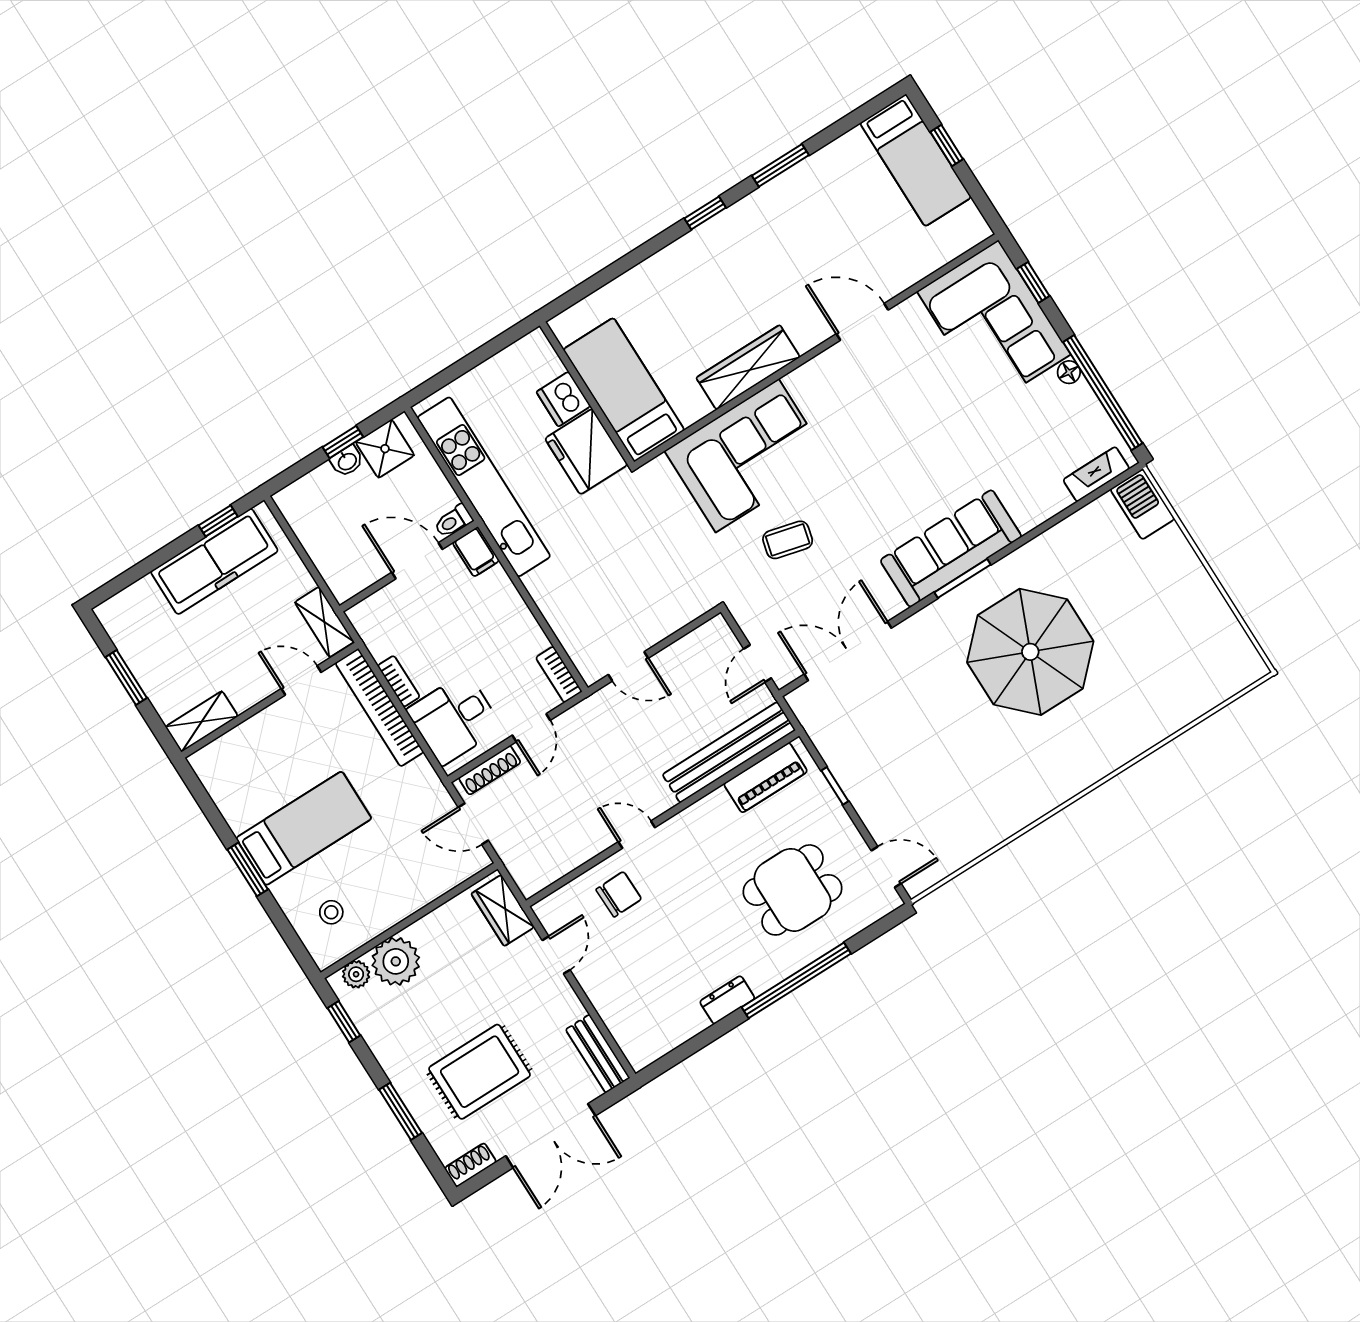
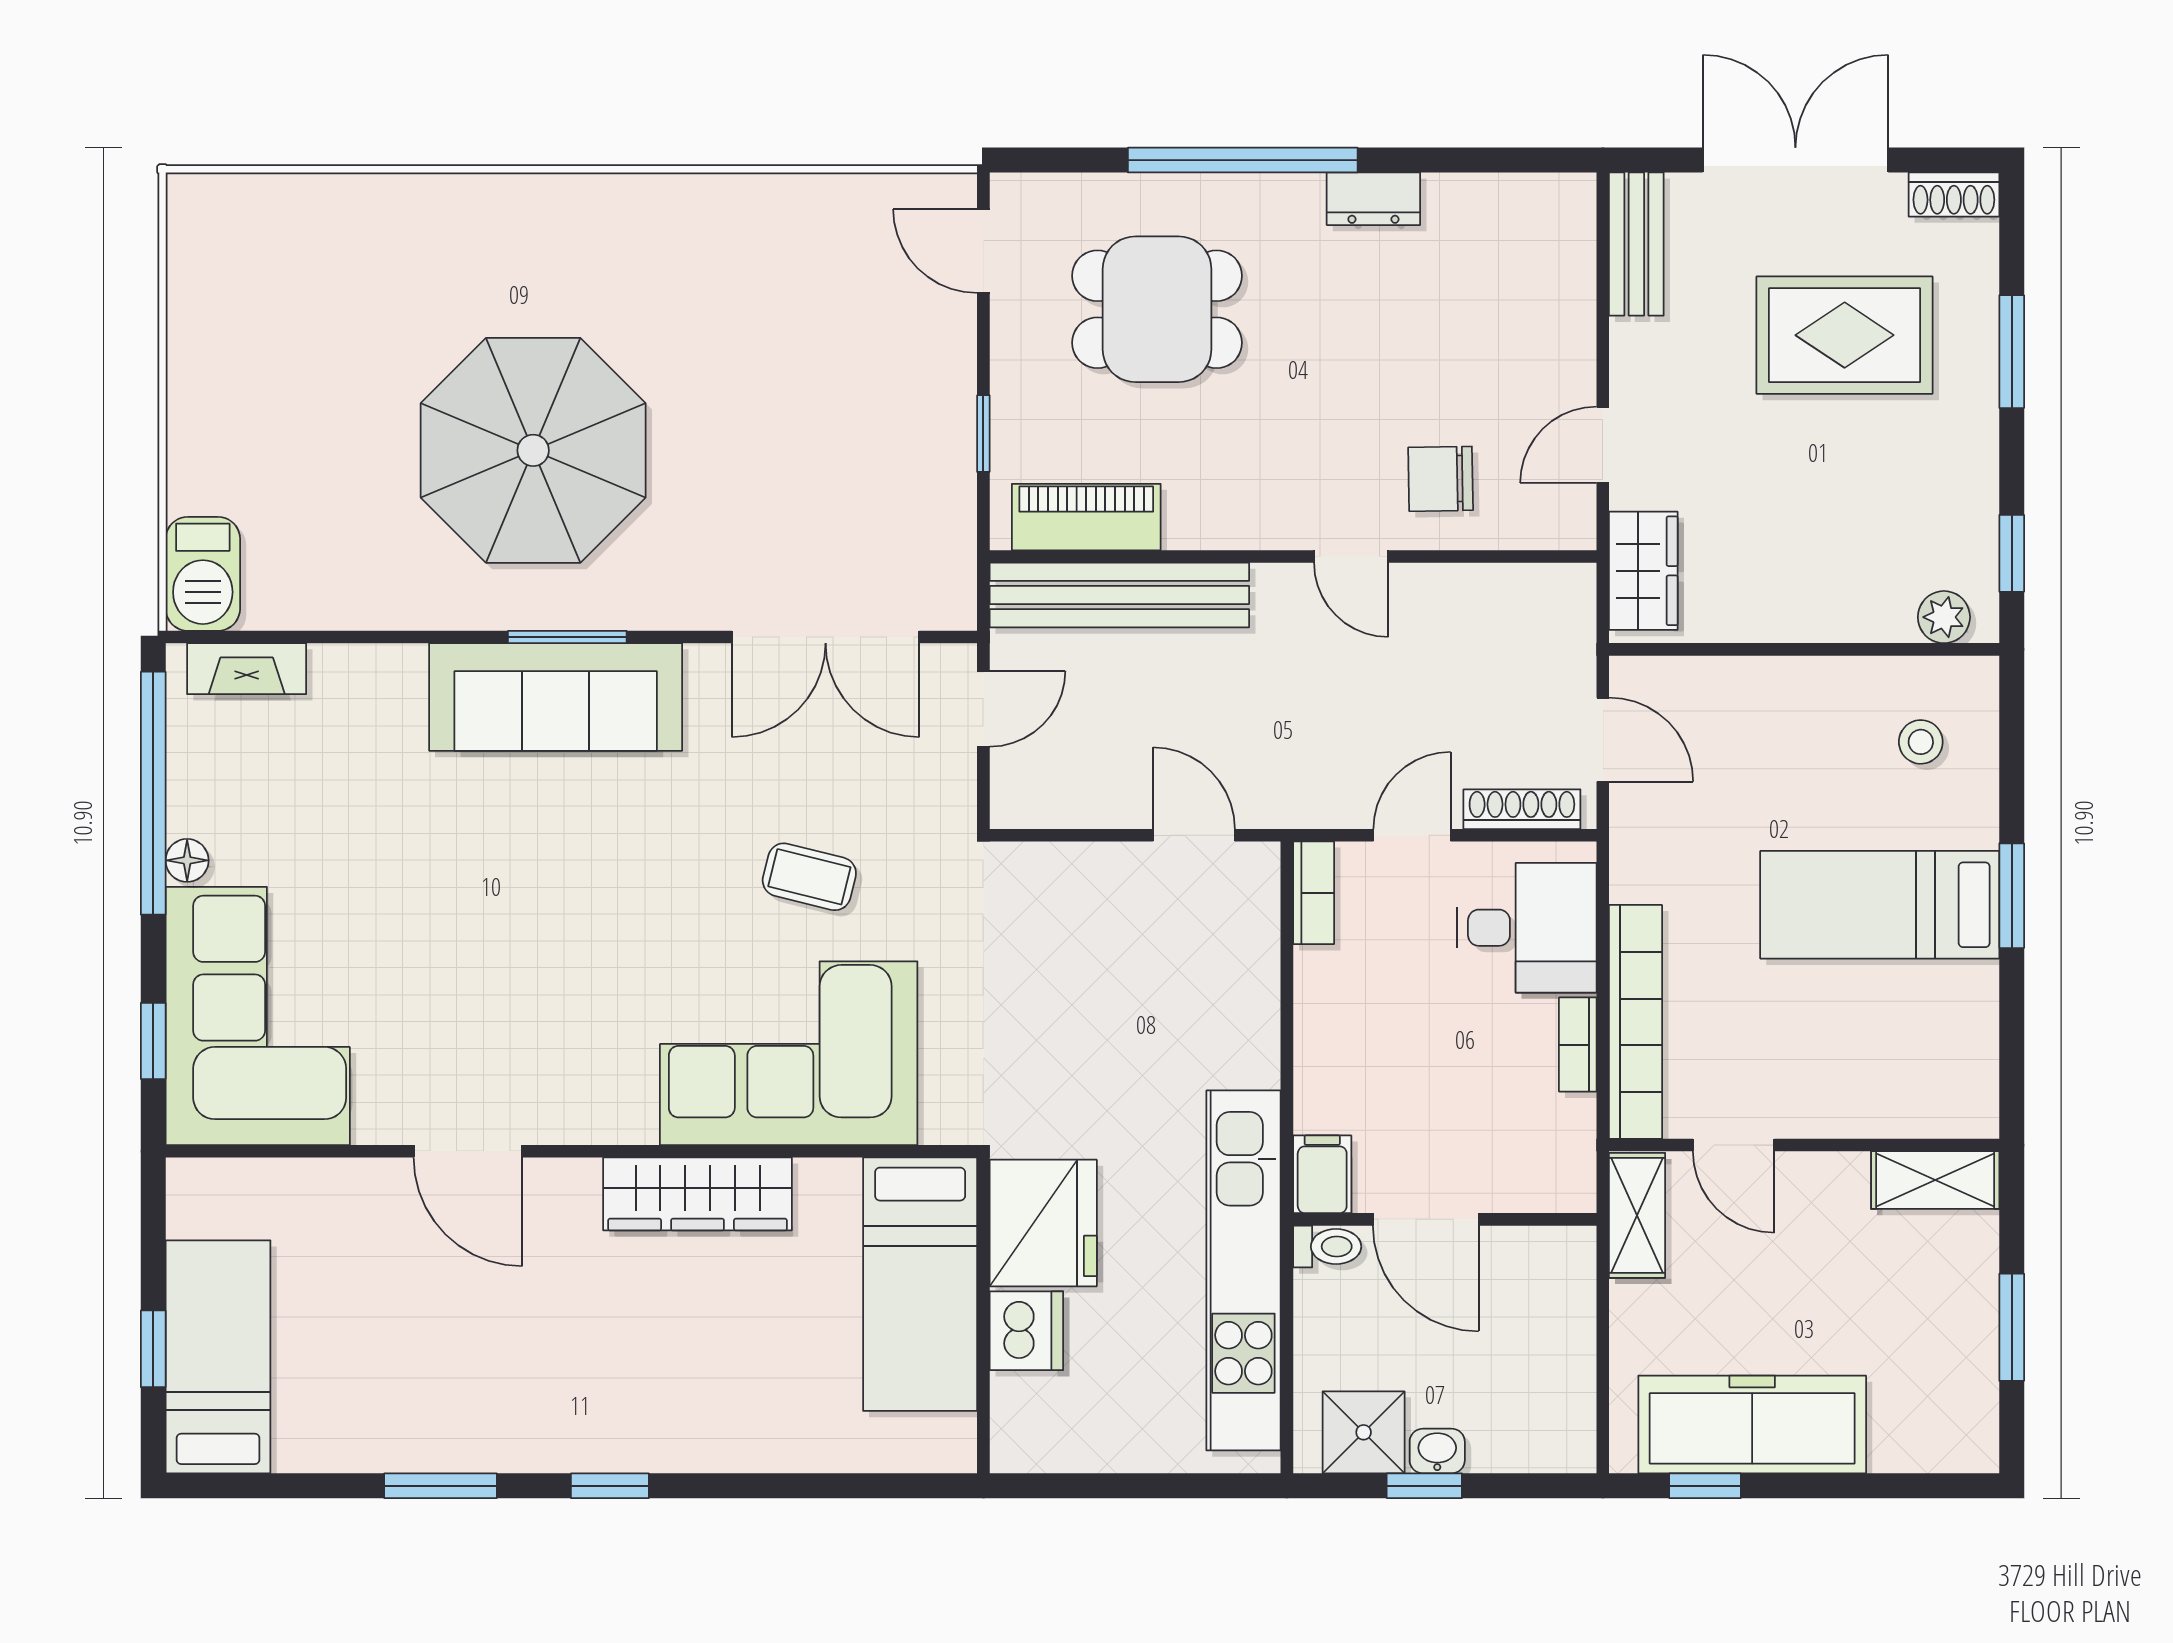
plant: (396, 961) -> (1867, 598), removed

